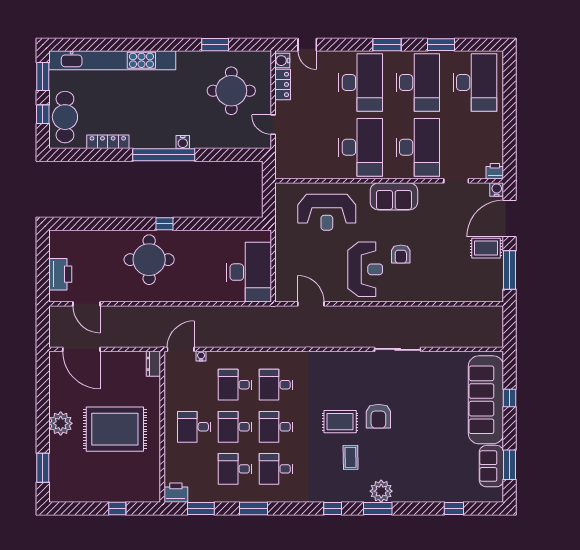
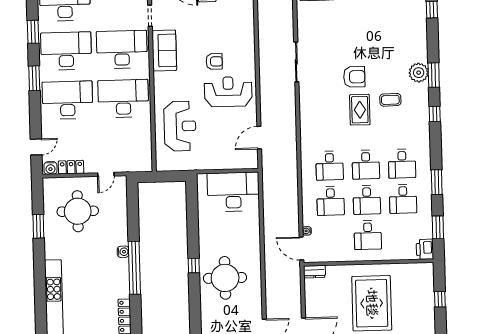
sofa: (394, 196) -> (164, 50), moved

